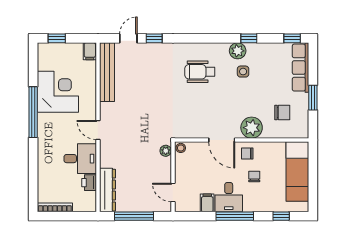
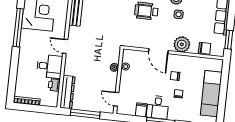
plant: (252, 128) -> (182, 44), moved
door: (222, 140) -> (158, 51), moved
wall: (242, 140) -> (173, 53), moved

